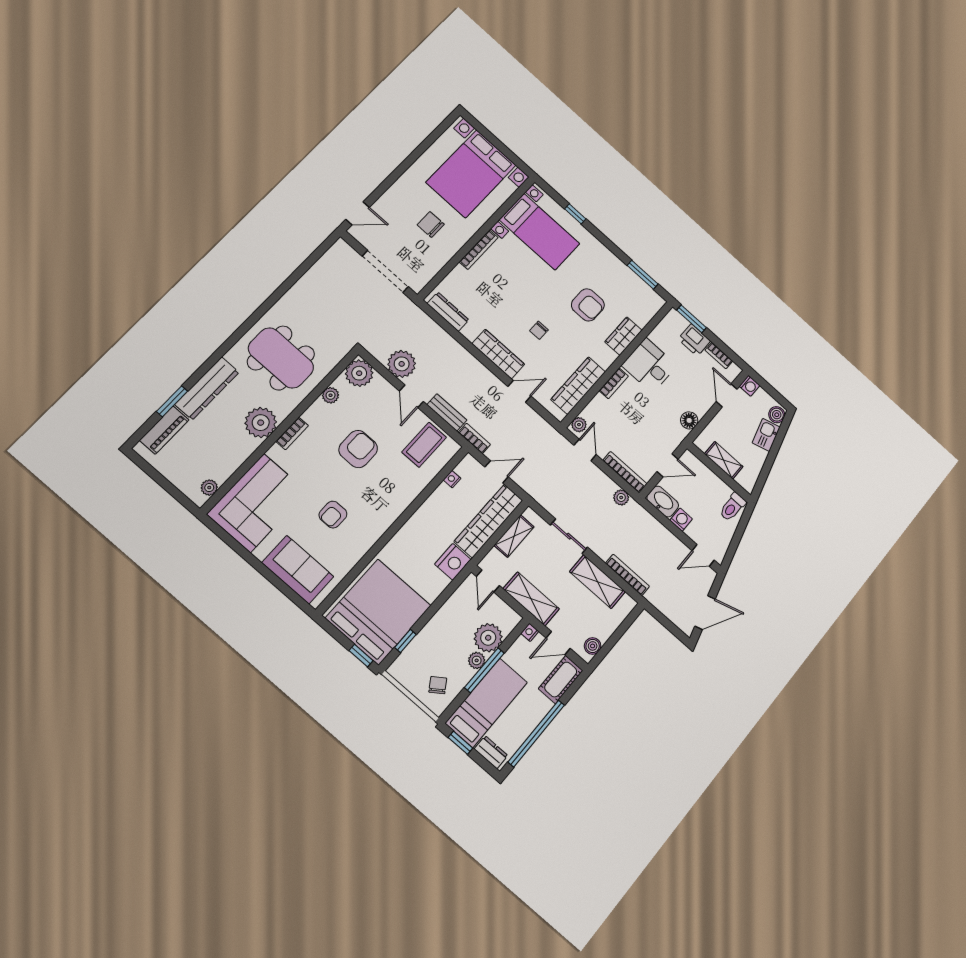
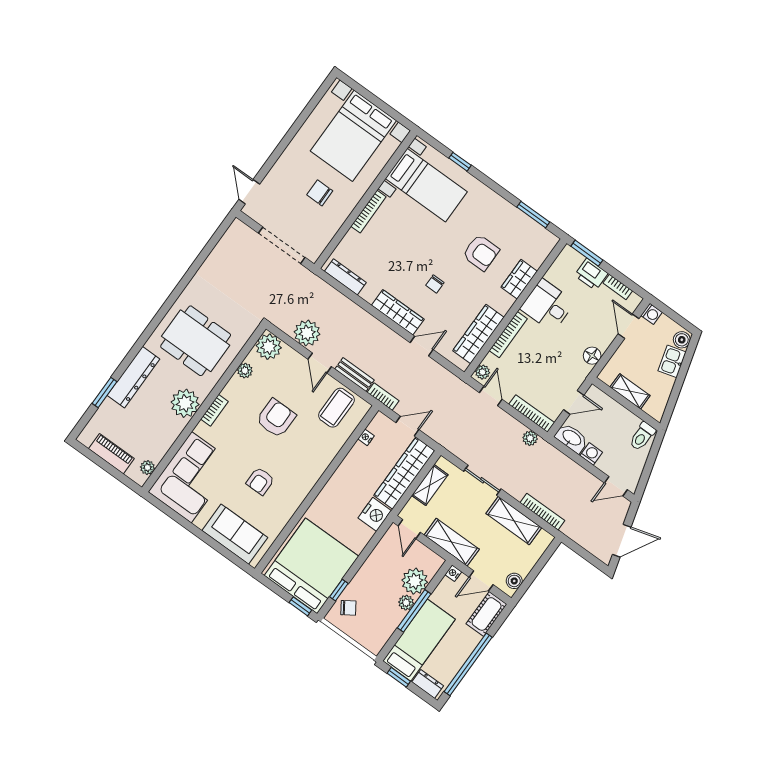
door: (358, 213) -> (249, 192), swing flipped
bookcase: (614, 383) -> (508, 335), width x1.56
piano: (164, 430) -> (111, 454), moved, turned -90
chair: (438, 685) -> (348, 608), moved, turned 90

